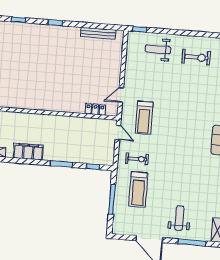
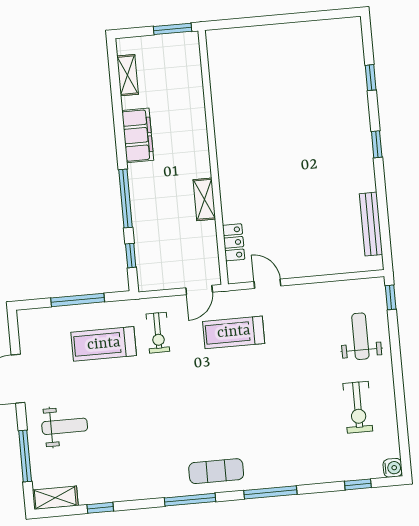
shelving: (69, 121) -> (204, 199), added
window: (61, 164) -> (125, 198), width x1.44

